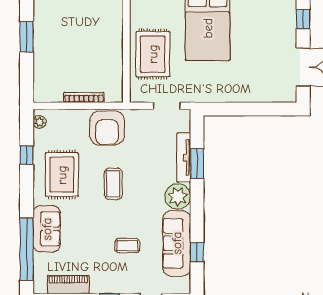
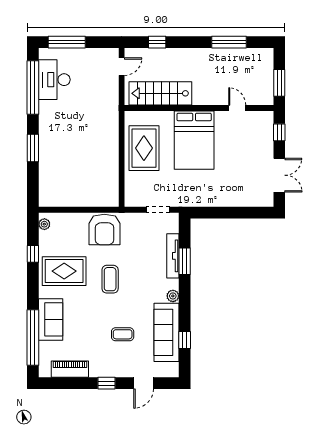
rug: (153, 54) -> (144, 148), moved
bookcase: (84, 97) -> (84, 202), removed
rug: (62, 175) -> (64, 271), turned 90
plant: (178, 197) -> (173, 296), width x0.53, depth x0.53

